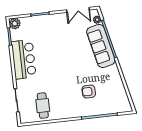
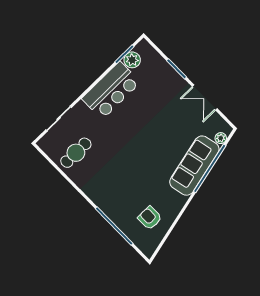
double door: (78, 10) -> (205, 98), moved
plant: (15, 24) -> (132, 60), moved
armchair: (89, 92) -> (150, 218), moved

